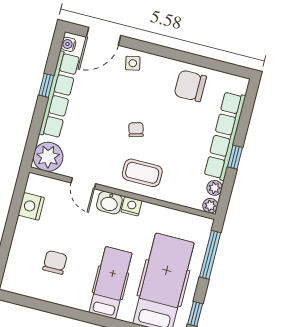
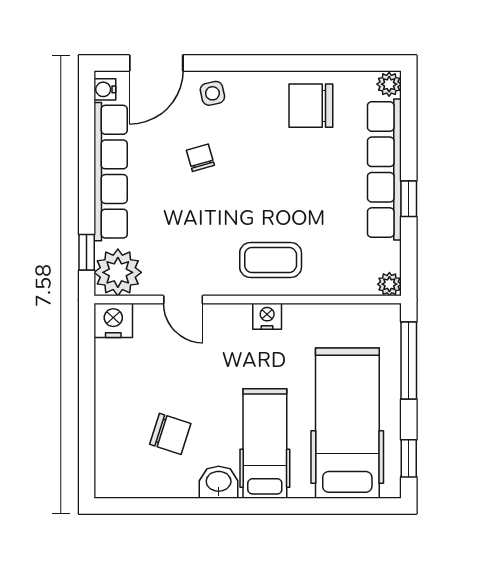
window: (46, 85) -> (87, 252), moved
chair: (136, 130) -> (200, 158), moved
plant: (215, 188) -> (389, 84), moved
washbasin: (109, 203) -> (219, 482), moved, turned 180
nightstand: (31, 206) -> (113, 320), moved, turned 90
chair: (55, 262) -> (170, 434), turned 108

